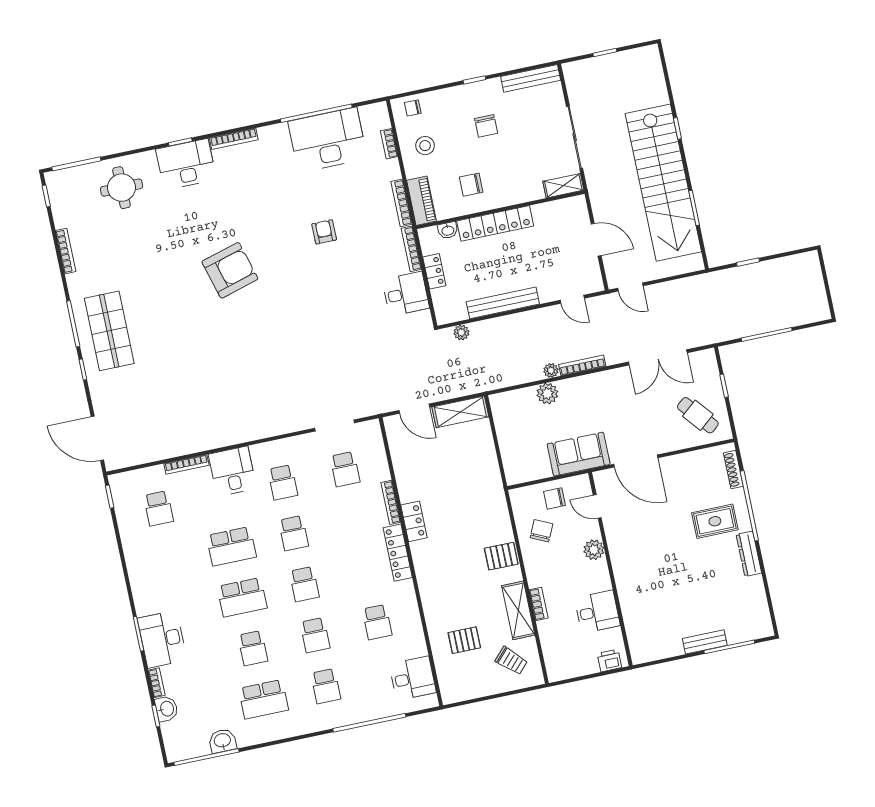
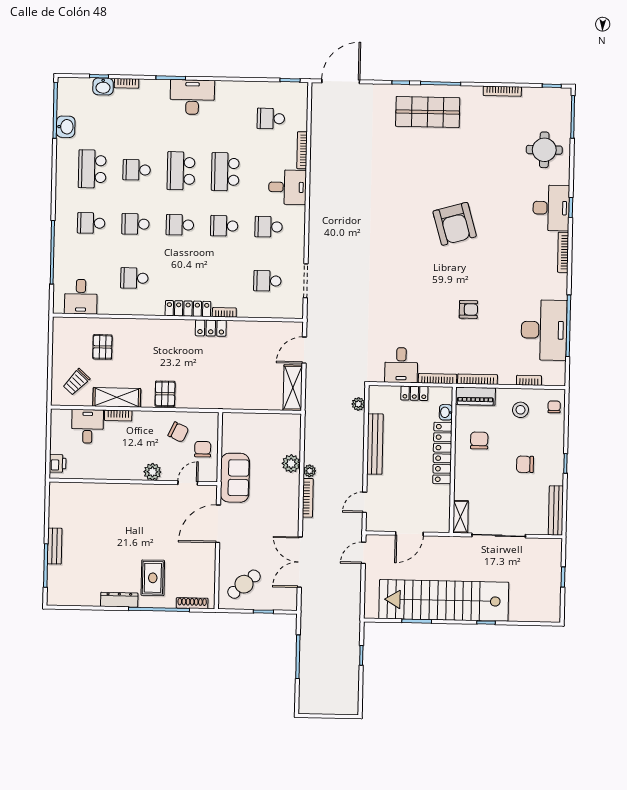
bookcase: (391, 502) -> (224, 312), width x0.64
desk: (597, 612) -> (87, 426), moved, turned 180
desk: (162, 639) -> (192, 97), moved

